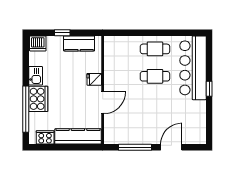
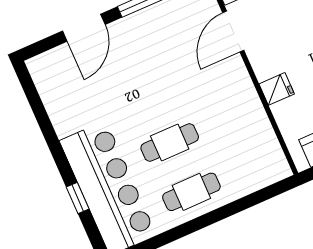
window: (209, 89) -> (78, 198), moved
door: (103, 103) -> (233, 32), moved

